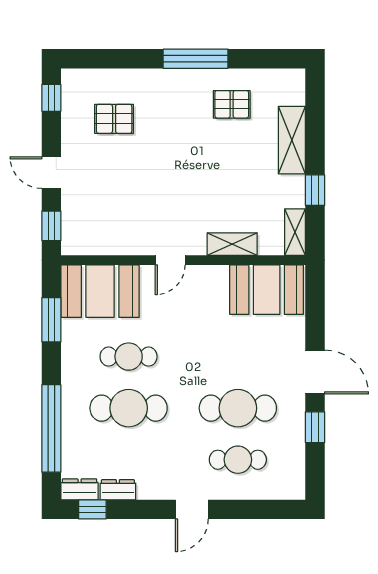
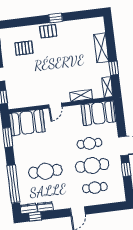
window: (196, 59) -> (56, 18), width x0.46
pallet: (232, 104) -> (48, 31), moved
cafe table: (129, 357) -> (89, 143), moved

